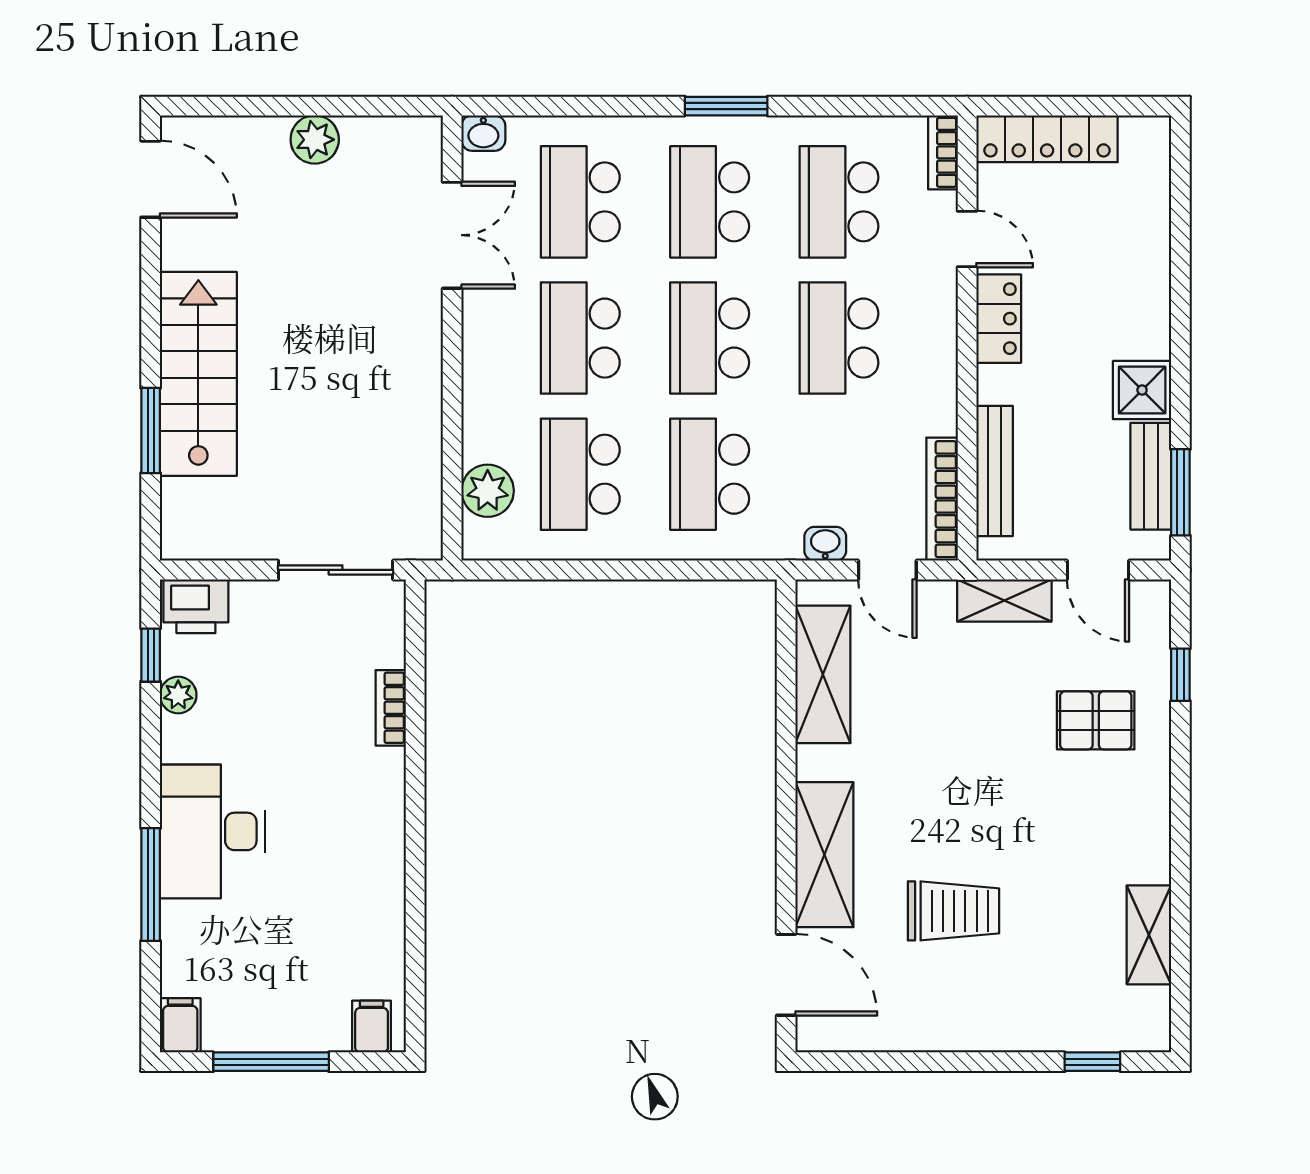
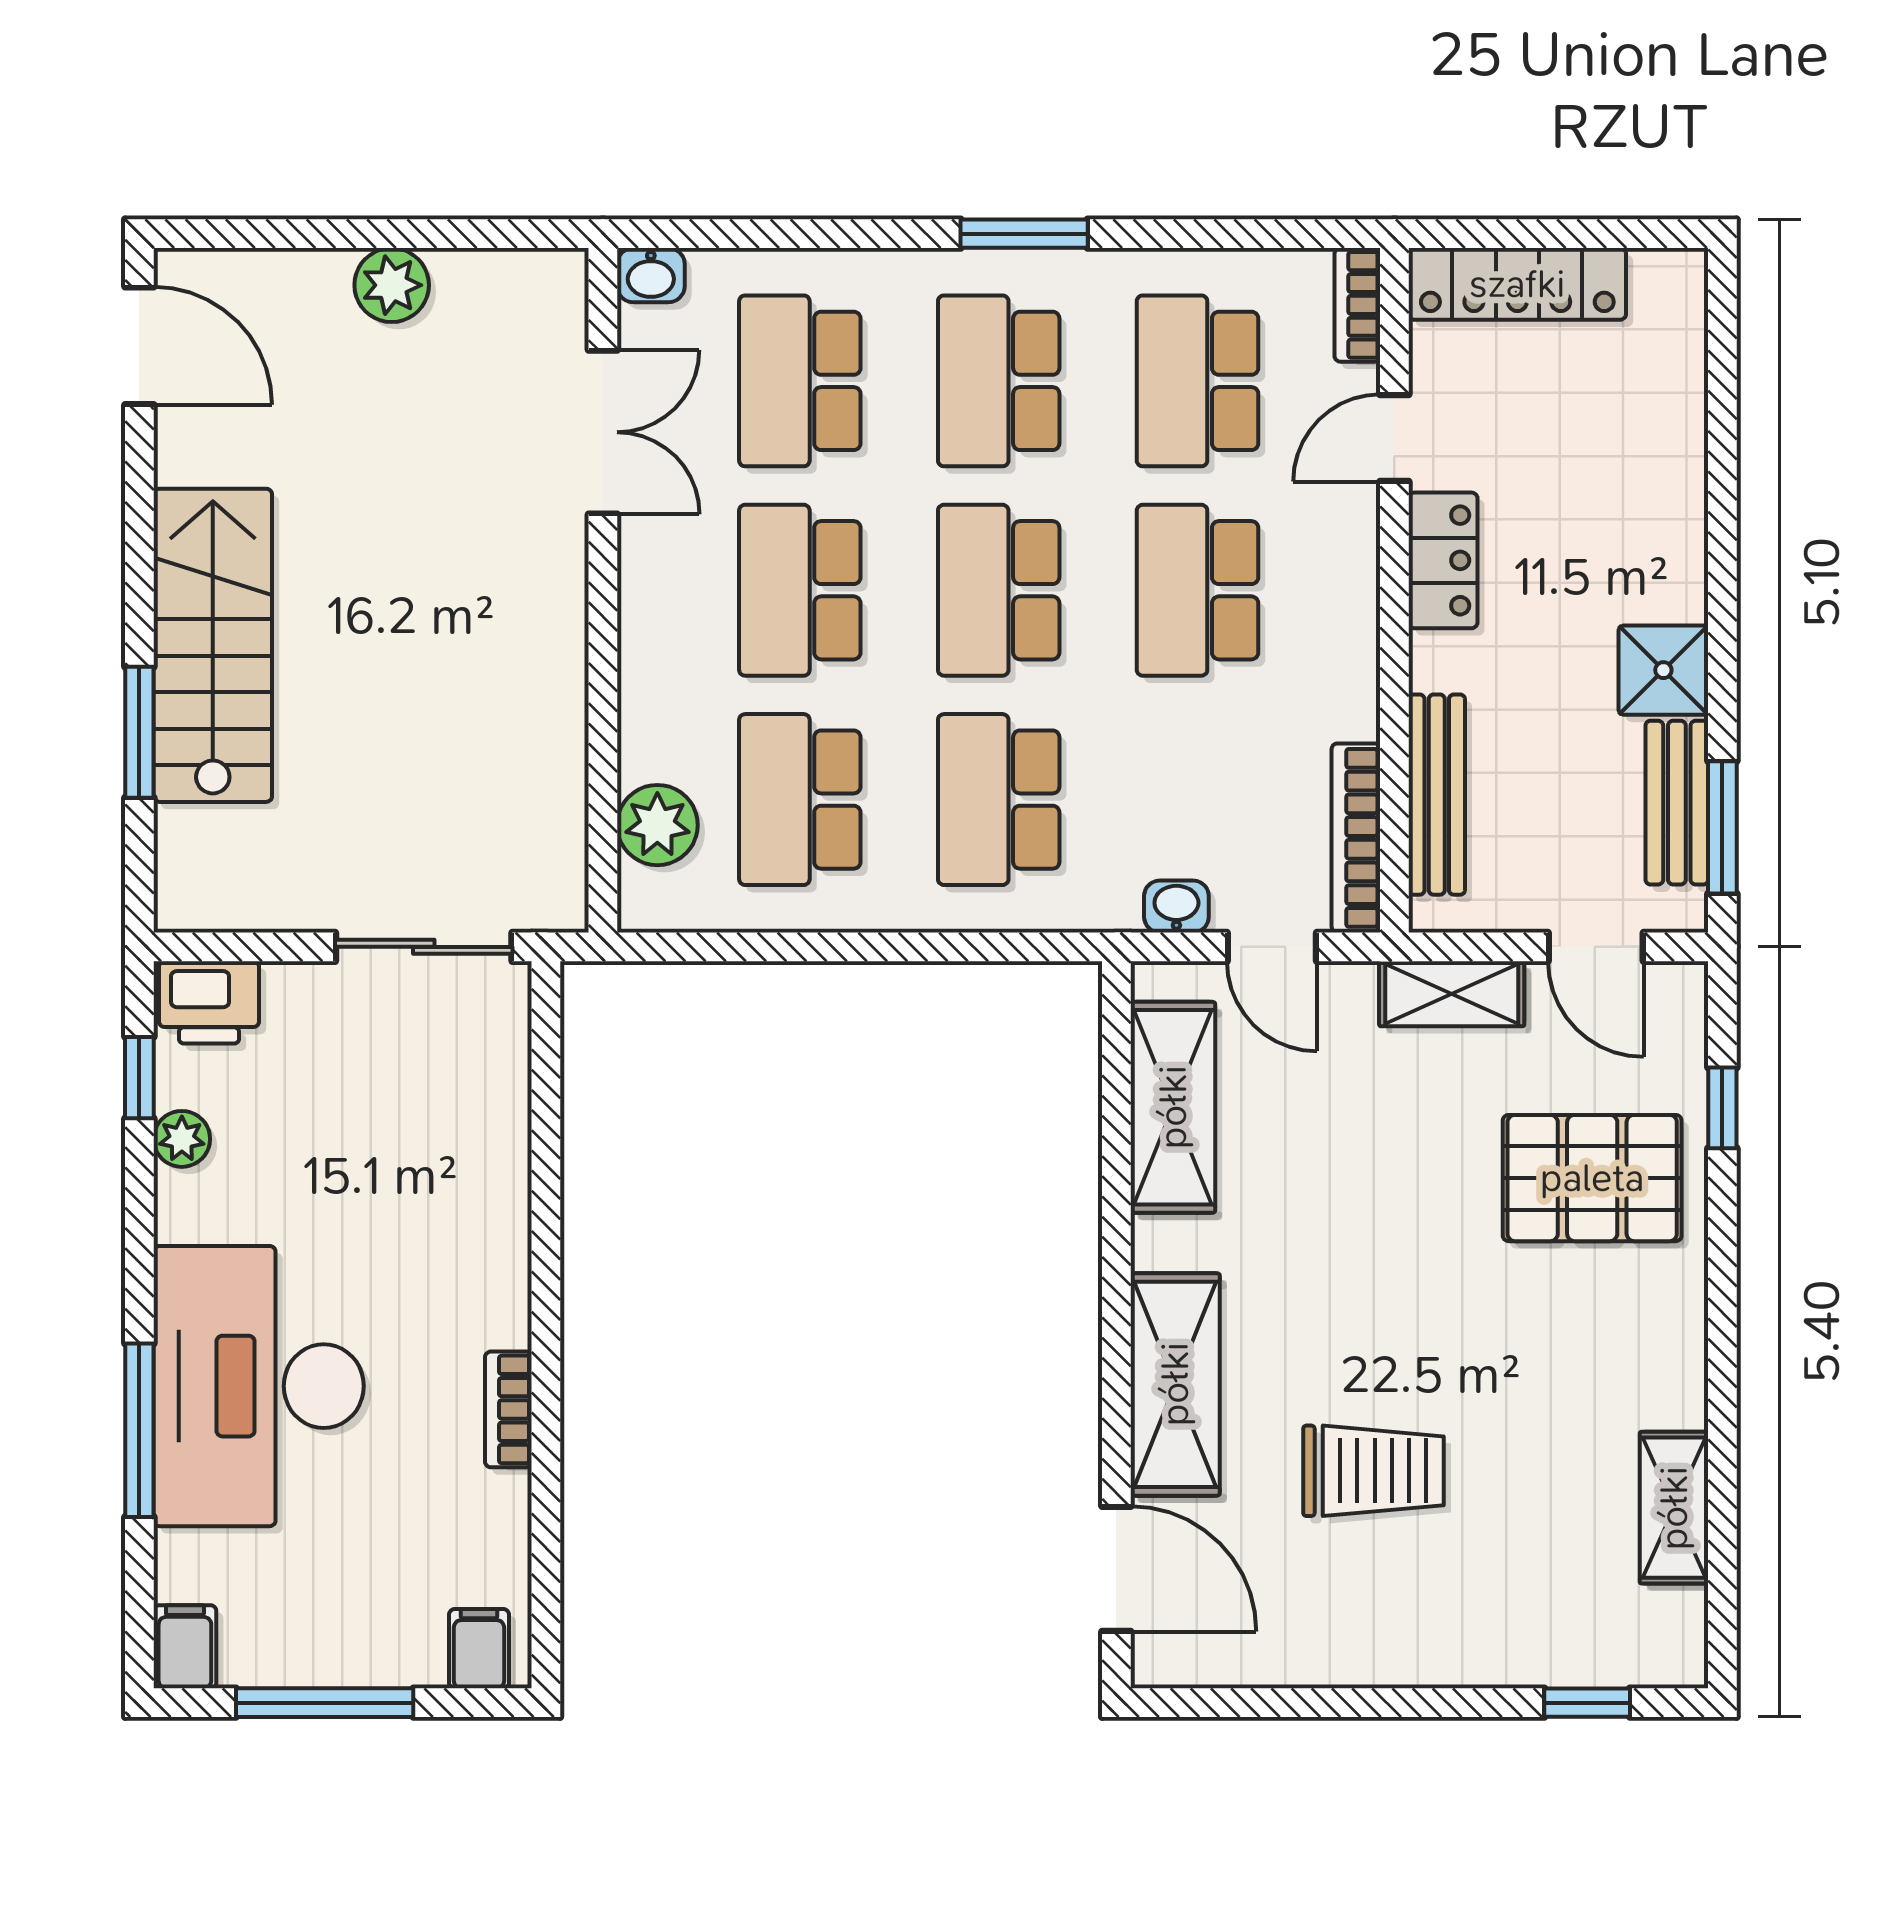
door: (967, 239) -> (1394, 438), swing flipped
bookcase: (391, 708) -> (508, 1409), moved
pallet: (1096, 720) -> (1592, 1178), width x1.50, depth x1.42
desk: (212, 831) -> (259, 1386), width x1.36, depth x1.30

